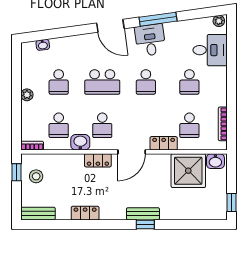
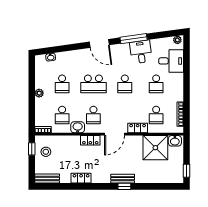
desk: (150, 40) -> (141, 52), moved

